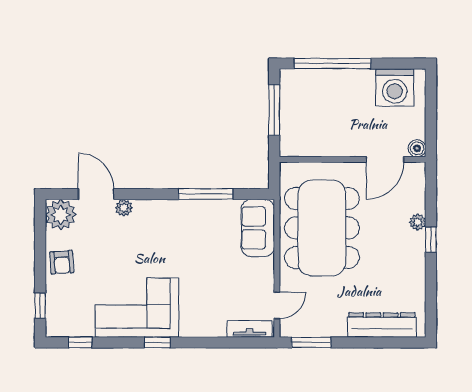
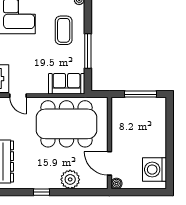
window: (333, 64) -> (170, 131), removed
plant: (418, 222) -> (70, 179), width x1.88, depth x1.88
coffee table: (173, 233) -> (64, 30), added
window: (431, 240) -> (41, 192), moved

